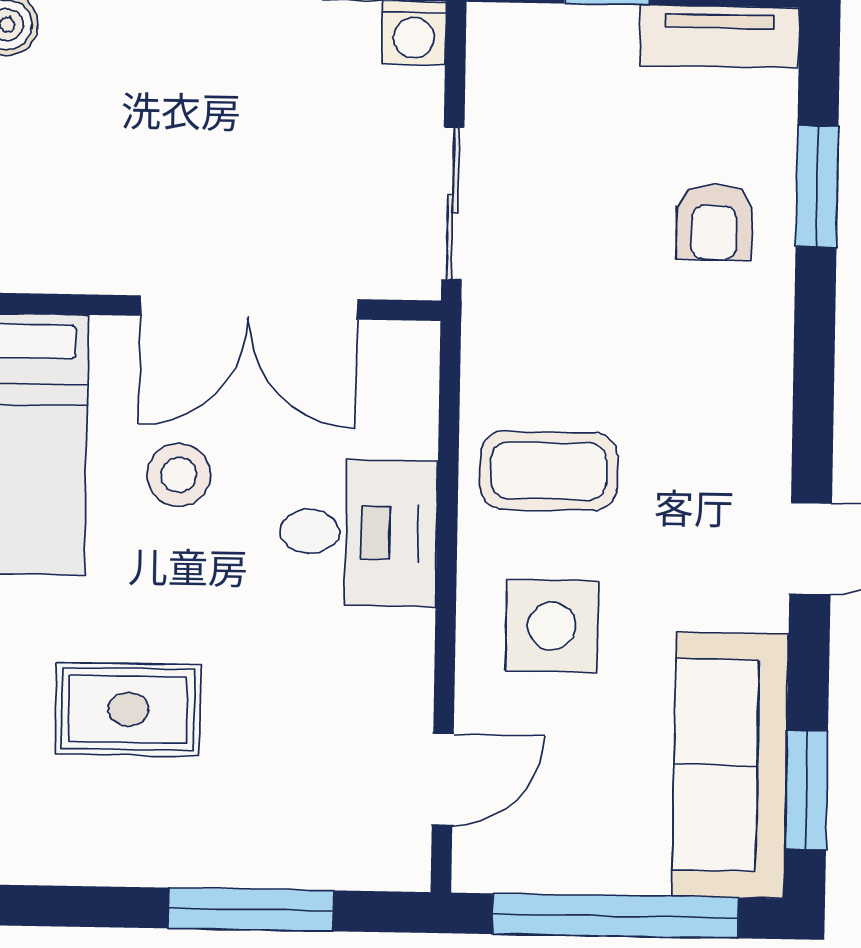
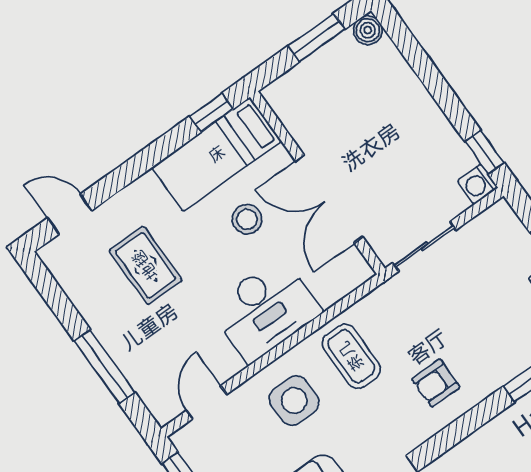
armchair: (714, 222) -> (436, 383), moved
desk: (358, 532) -> (265, 310), width x1.37
door: (443, 780) -> (207, 402), swing flipped

